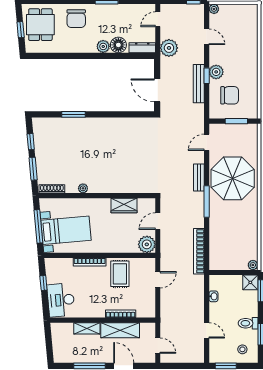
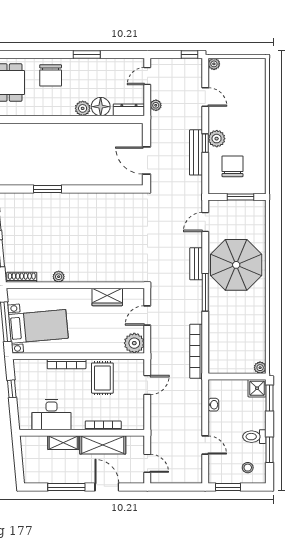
plant: (169, 48) -> (156, 105), width x0.53, depth x0.53
chair: (230, 95) -> (233, 166), turned -90
desk: (61, 300) -> (51, 415), moved, turned -85

